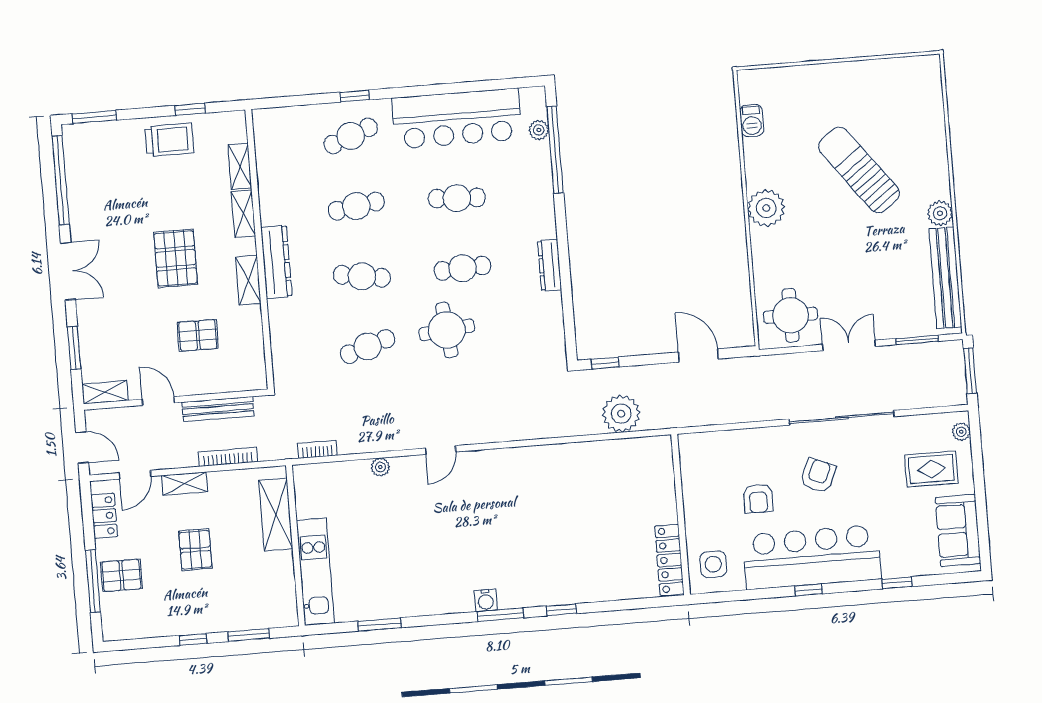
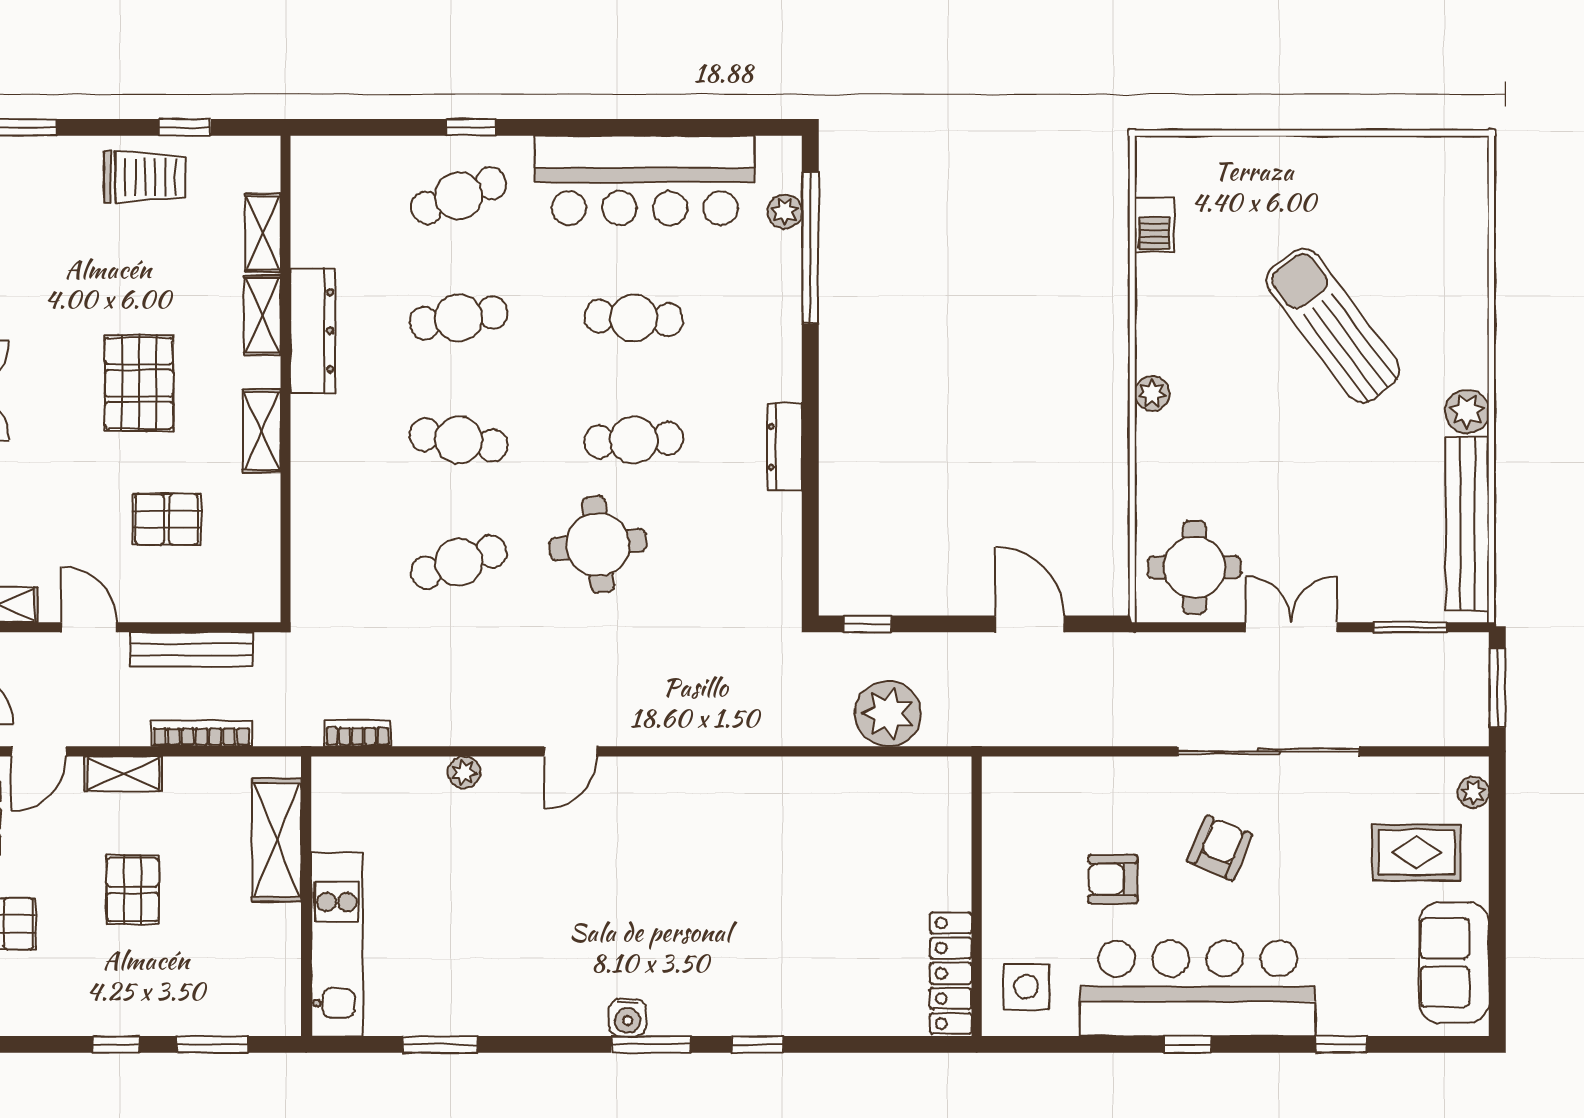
plant: (766, 208) -> (1152, 393), width x0.53, depth x0.53
dresser: (276, 262) -> (313, 331), moved
armchair: (758, 498) -> (1113, 879), turned 90

